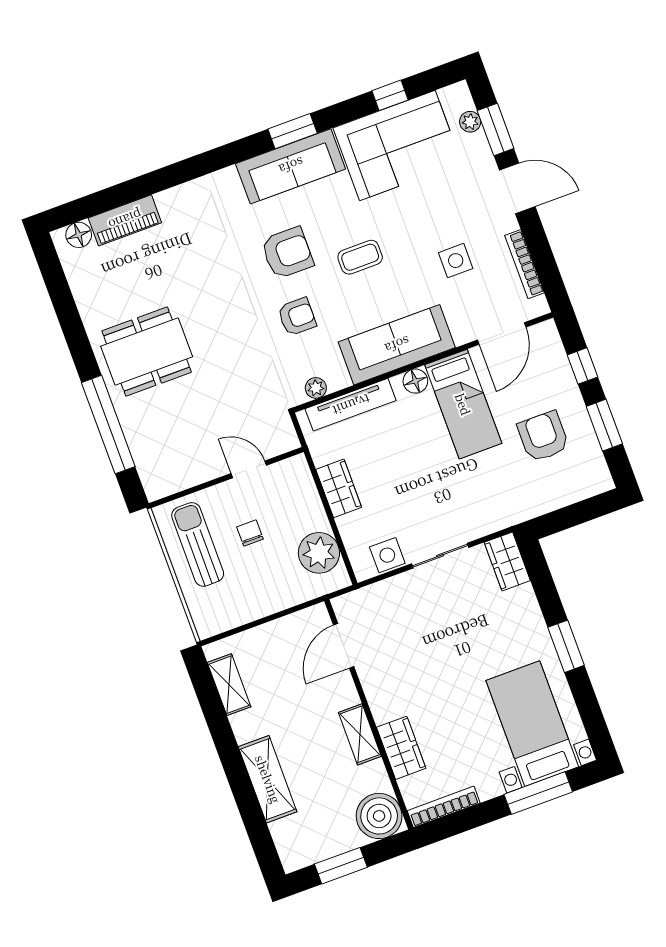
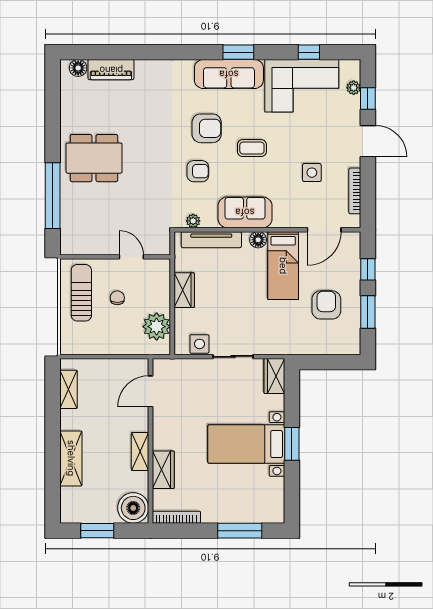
window: (496, 130) -> (368, 99), width x0.67
sofa: (397, 345) -> (245, 212), width x0.73
bed with nightstands: (532, 724) -> (246, 444), moved, turned -90

